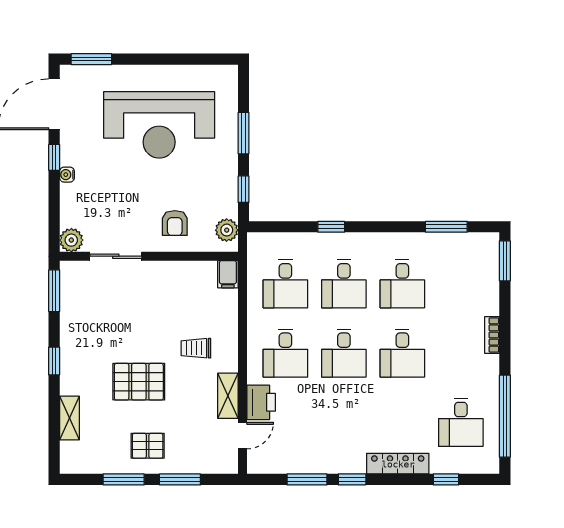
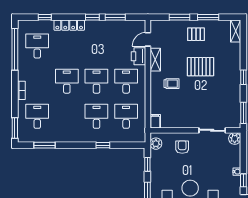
desk: (402, 284) -> (37, 116), moved
shelving: (69, 418) -> (236, 31), moved

